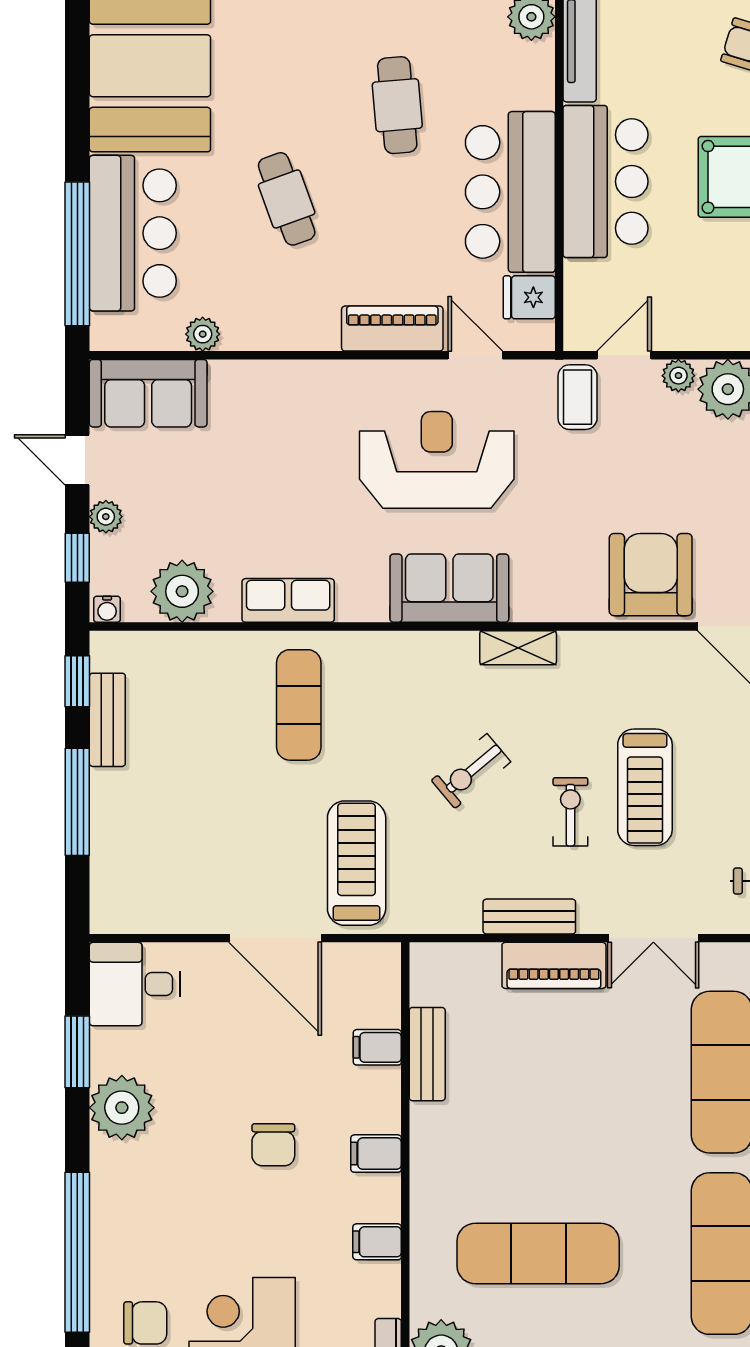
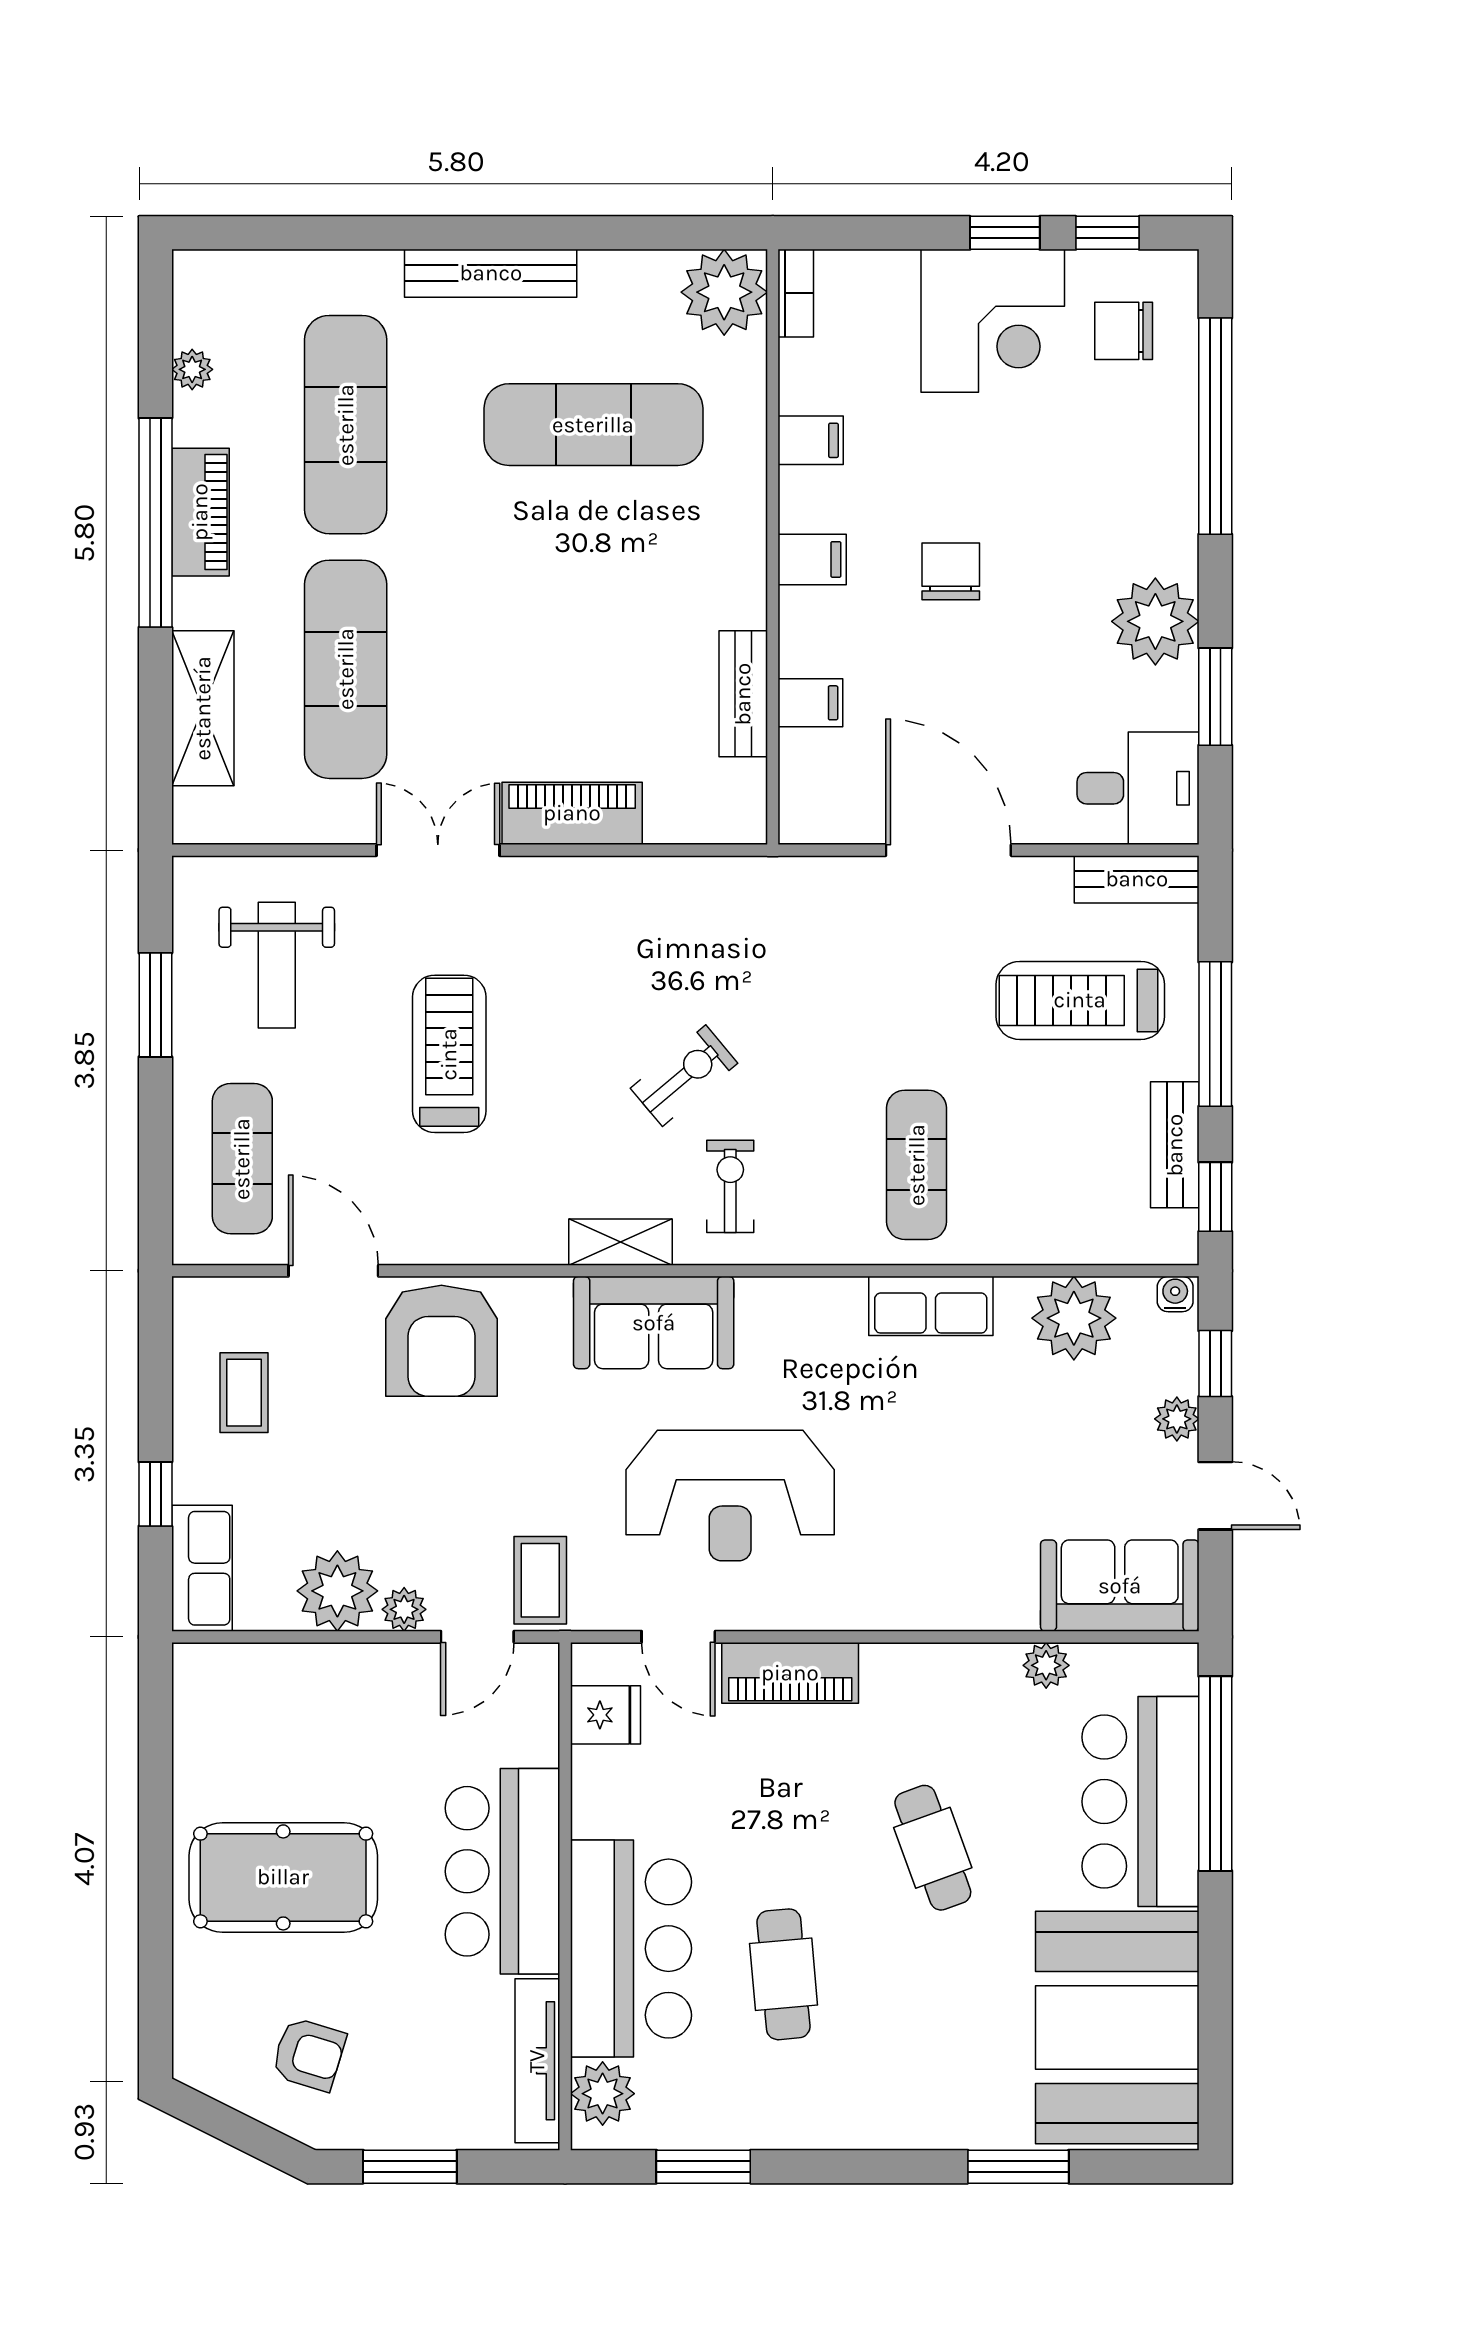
bar counter: (510, 192) -> (631, 1949), moved
sofa: (449, 588) -> (654, 1323), moved
exercise bike: (570, 812) -> (730, 1186), moved, turned 180
treadmill: (357, 863) -> (1080, 1000), moved, turned 90
bench: (529, 917) -> (1137, 879), moved

